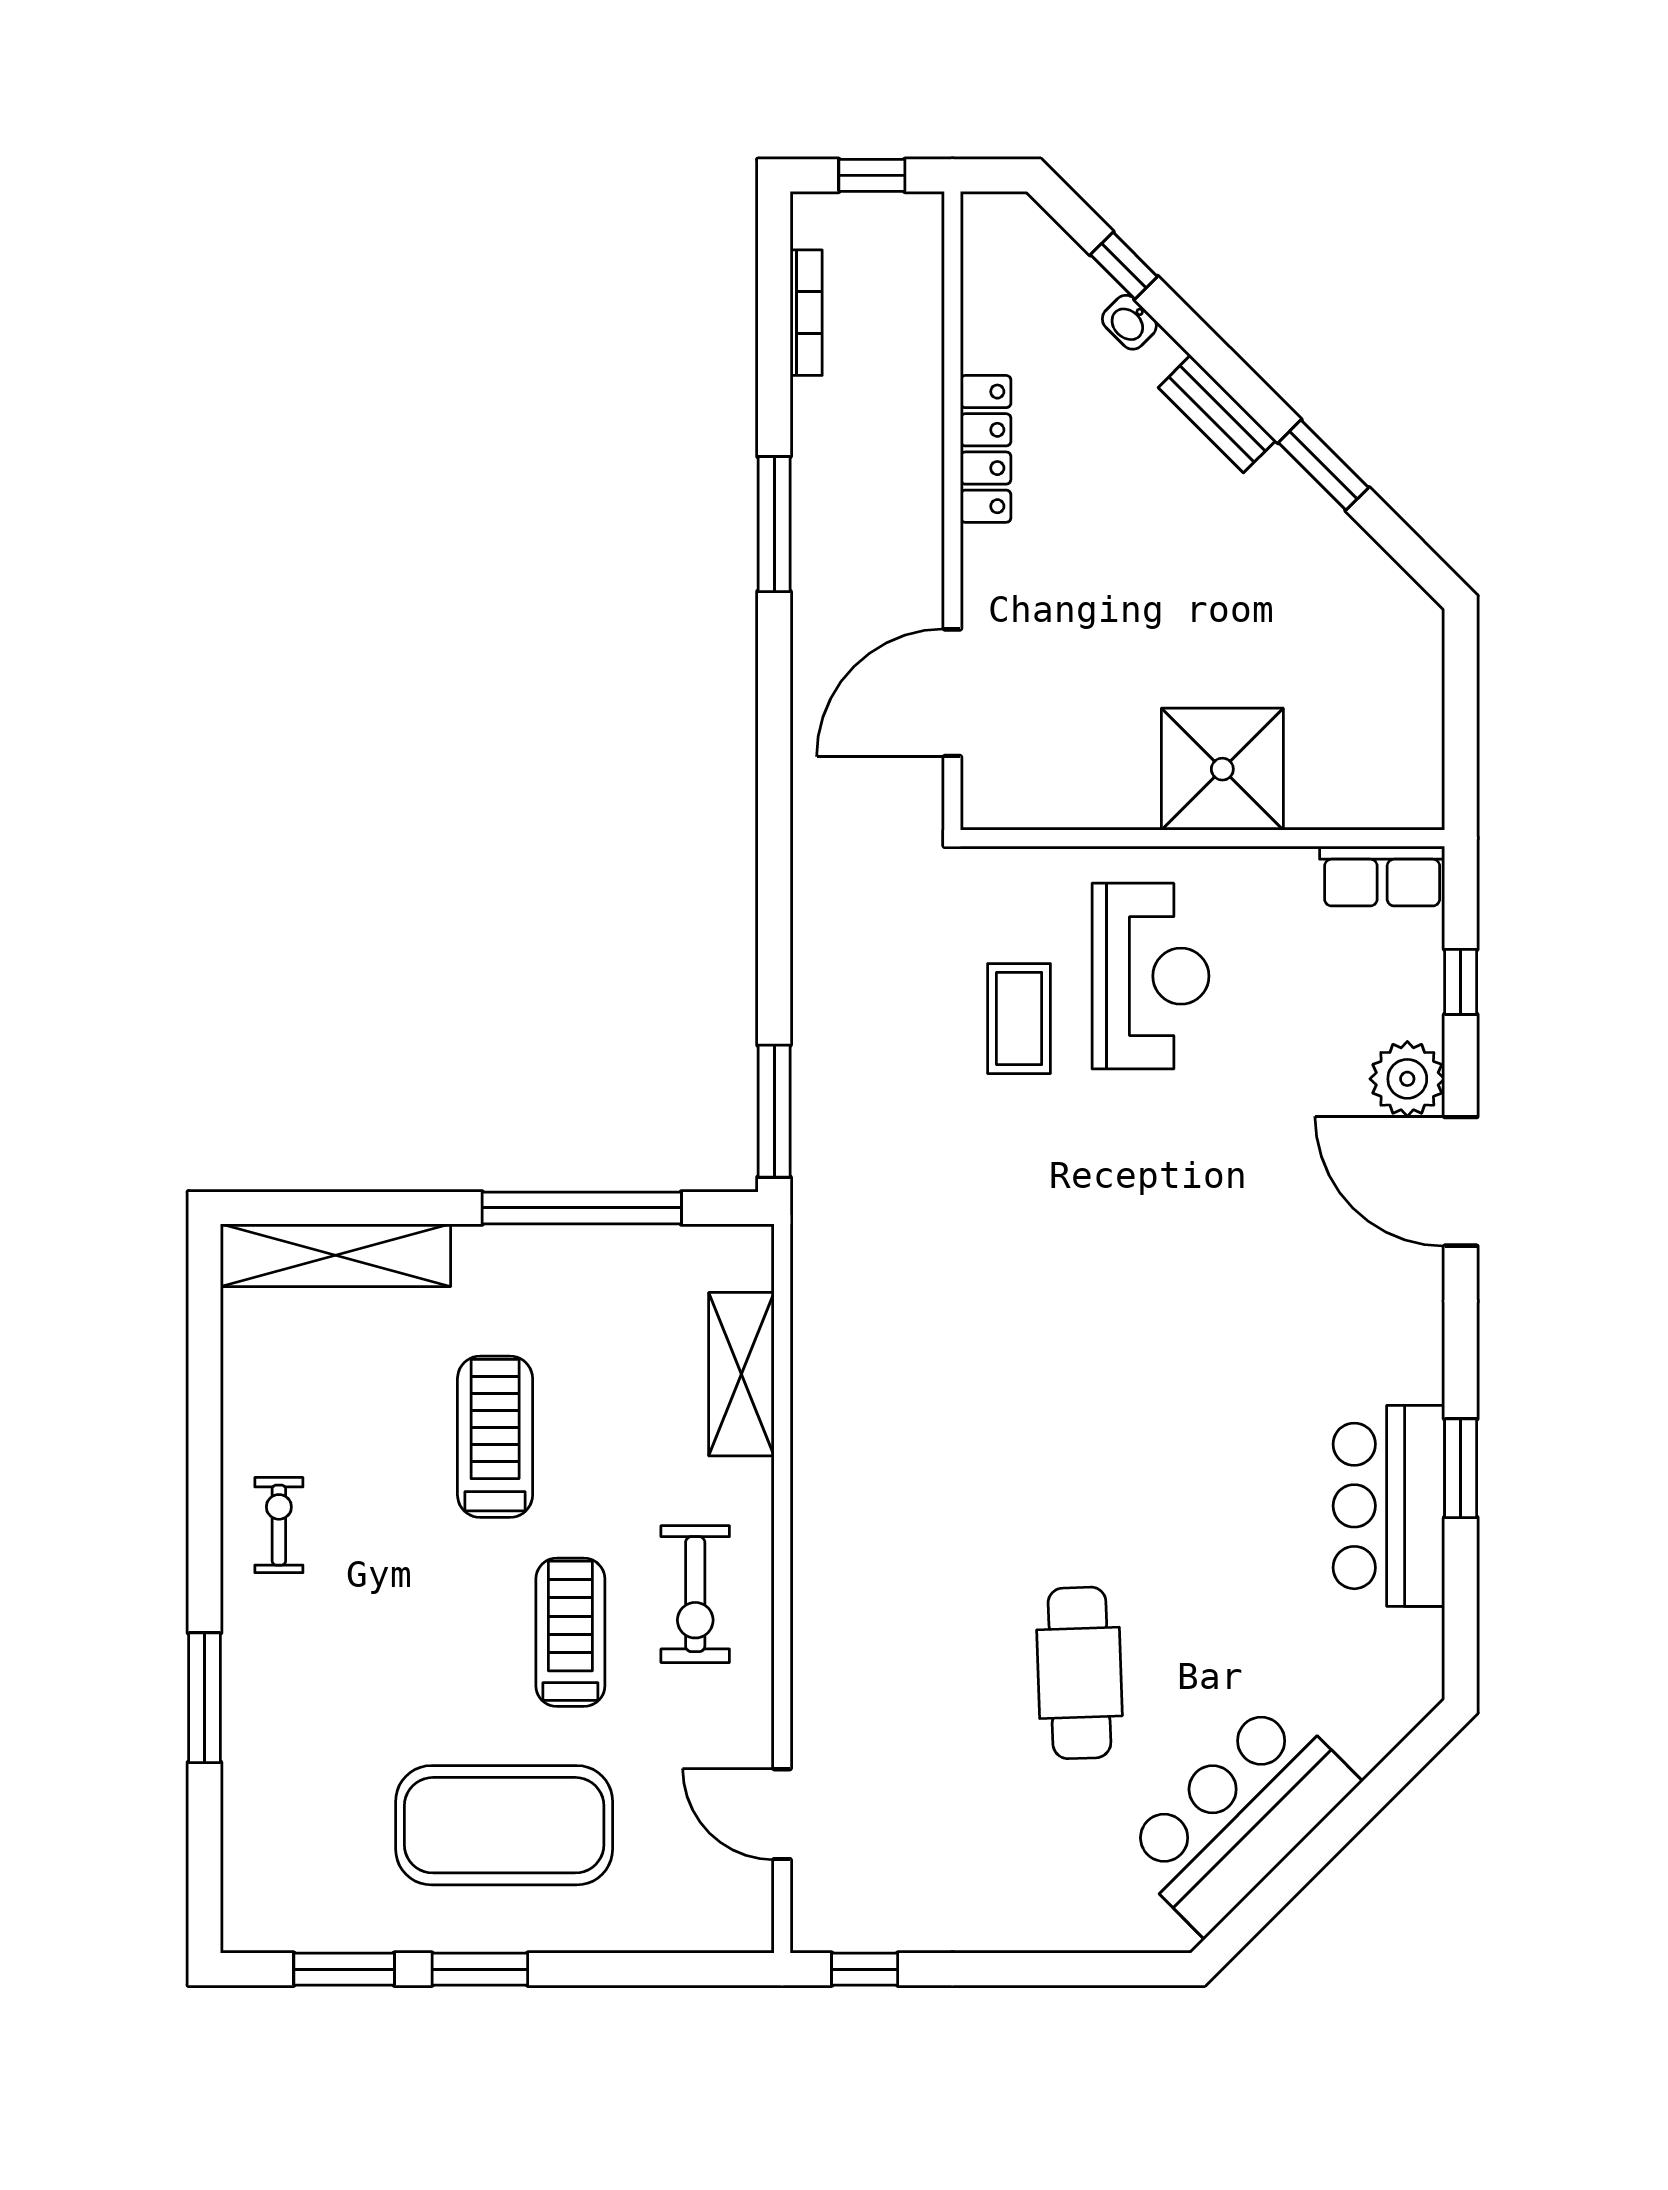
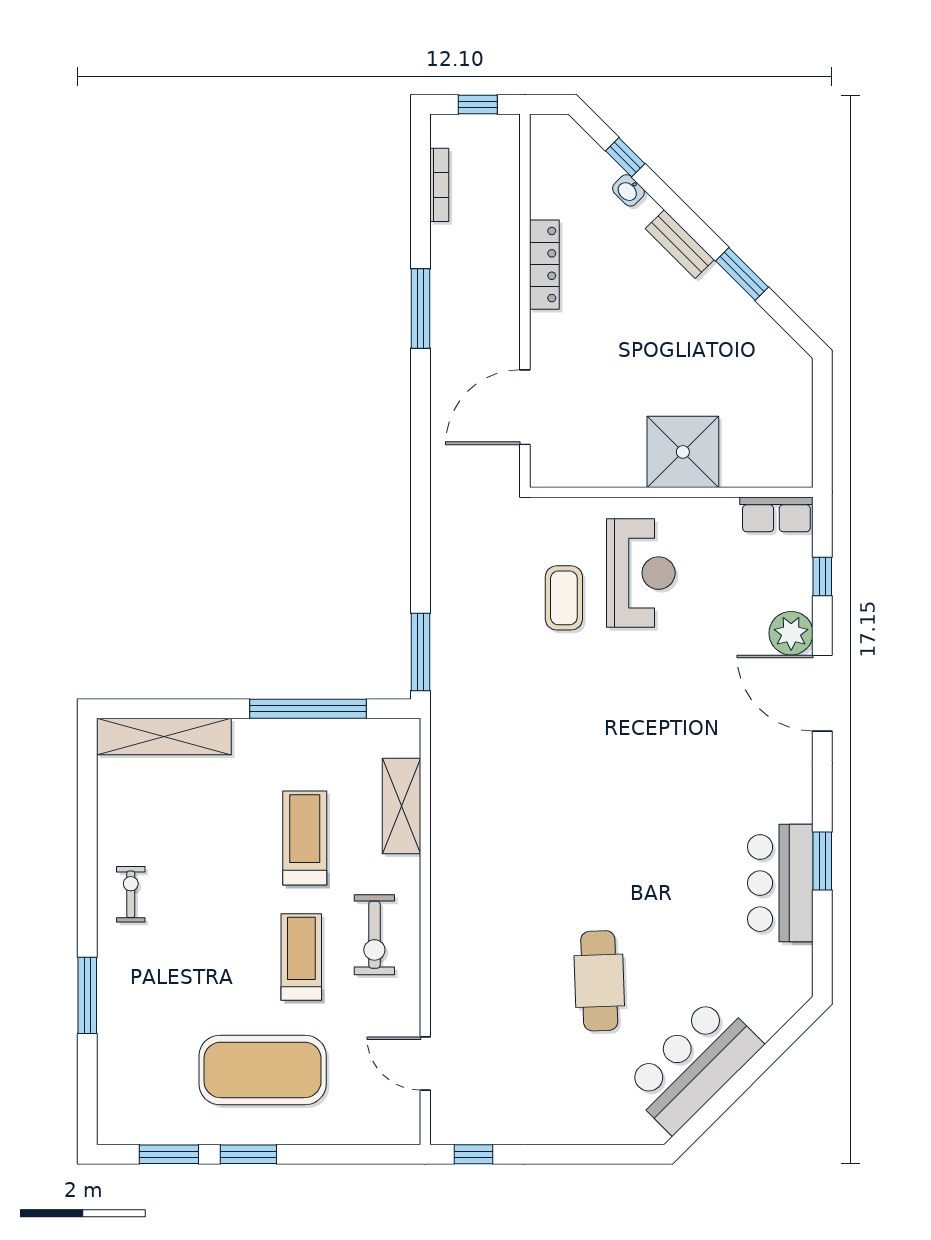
treadmill: (495, 1437) -> (305, 838), moved

